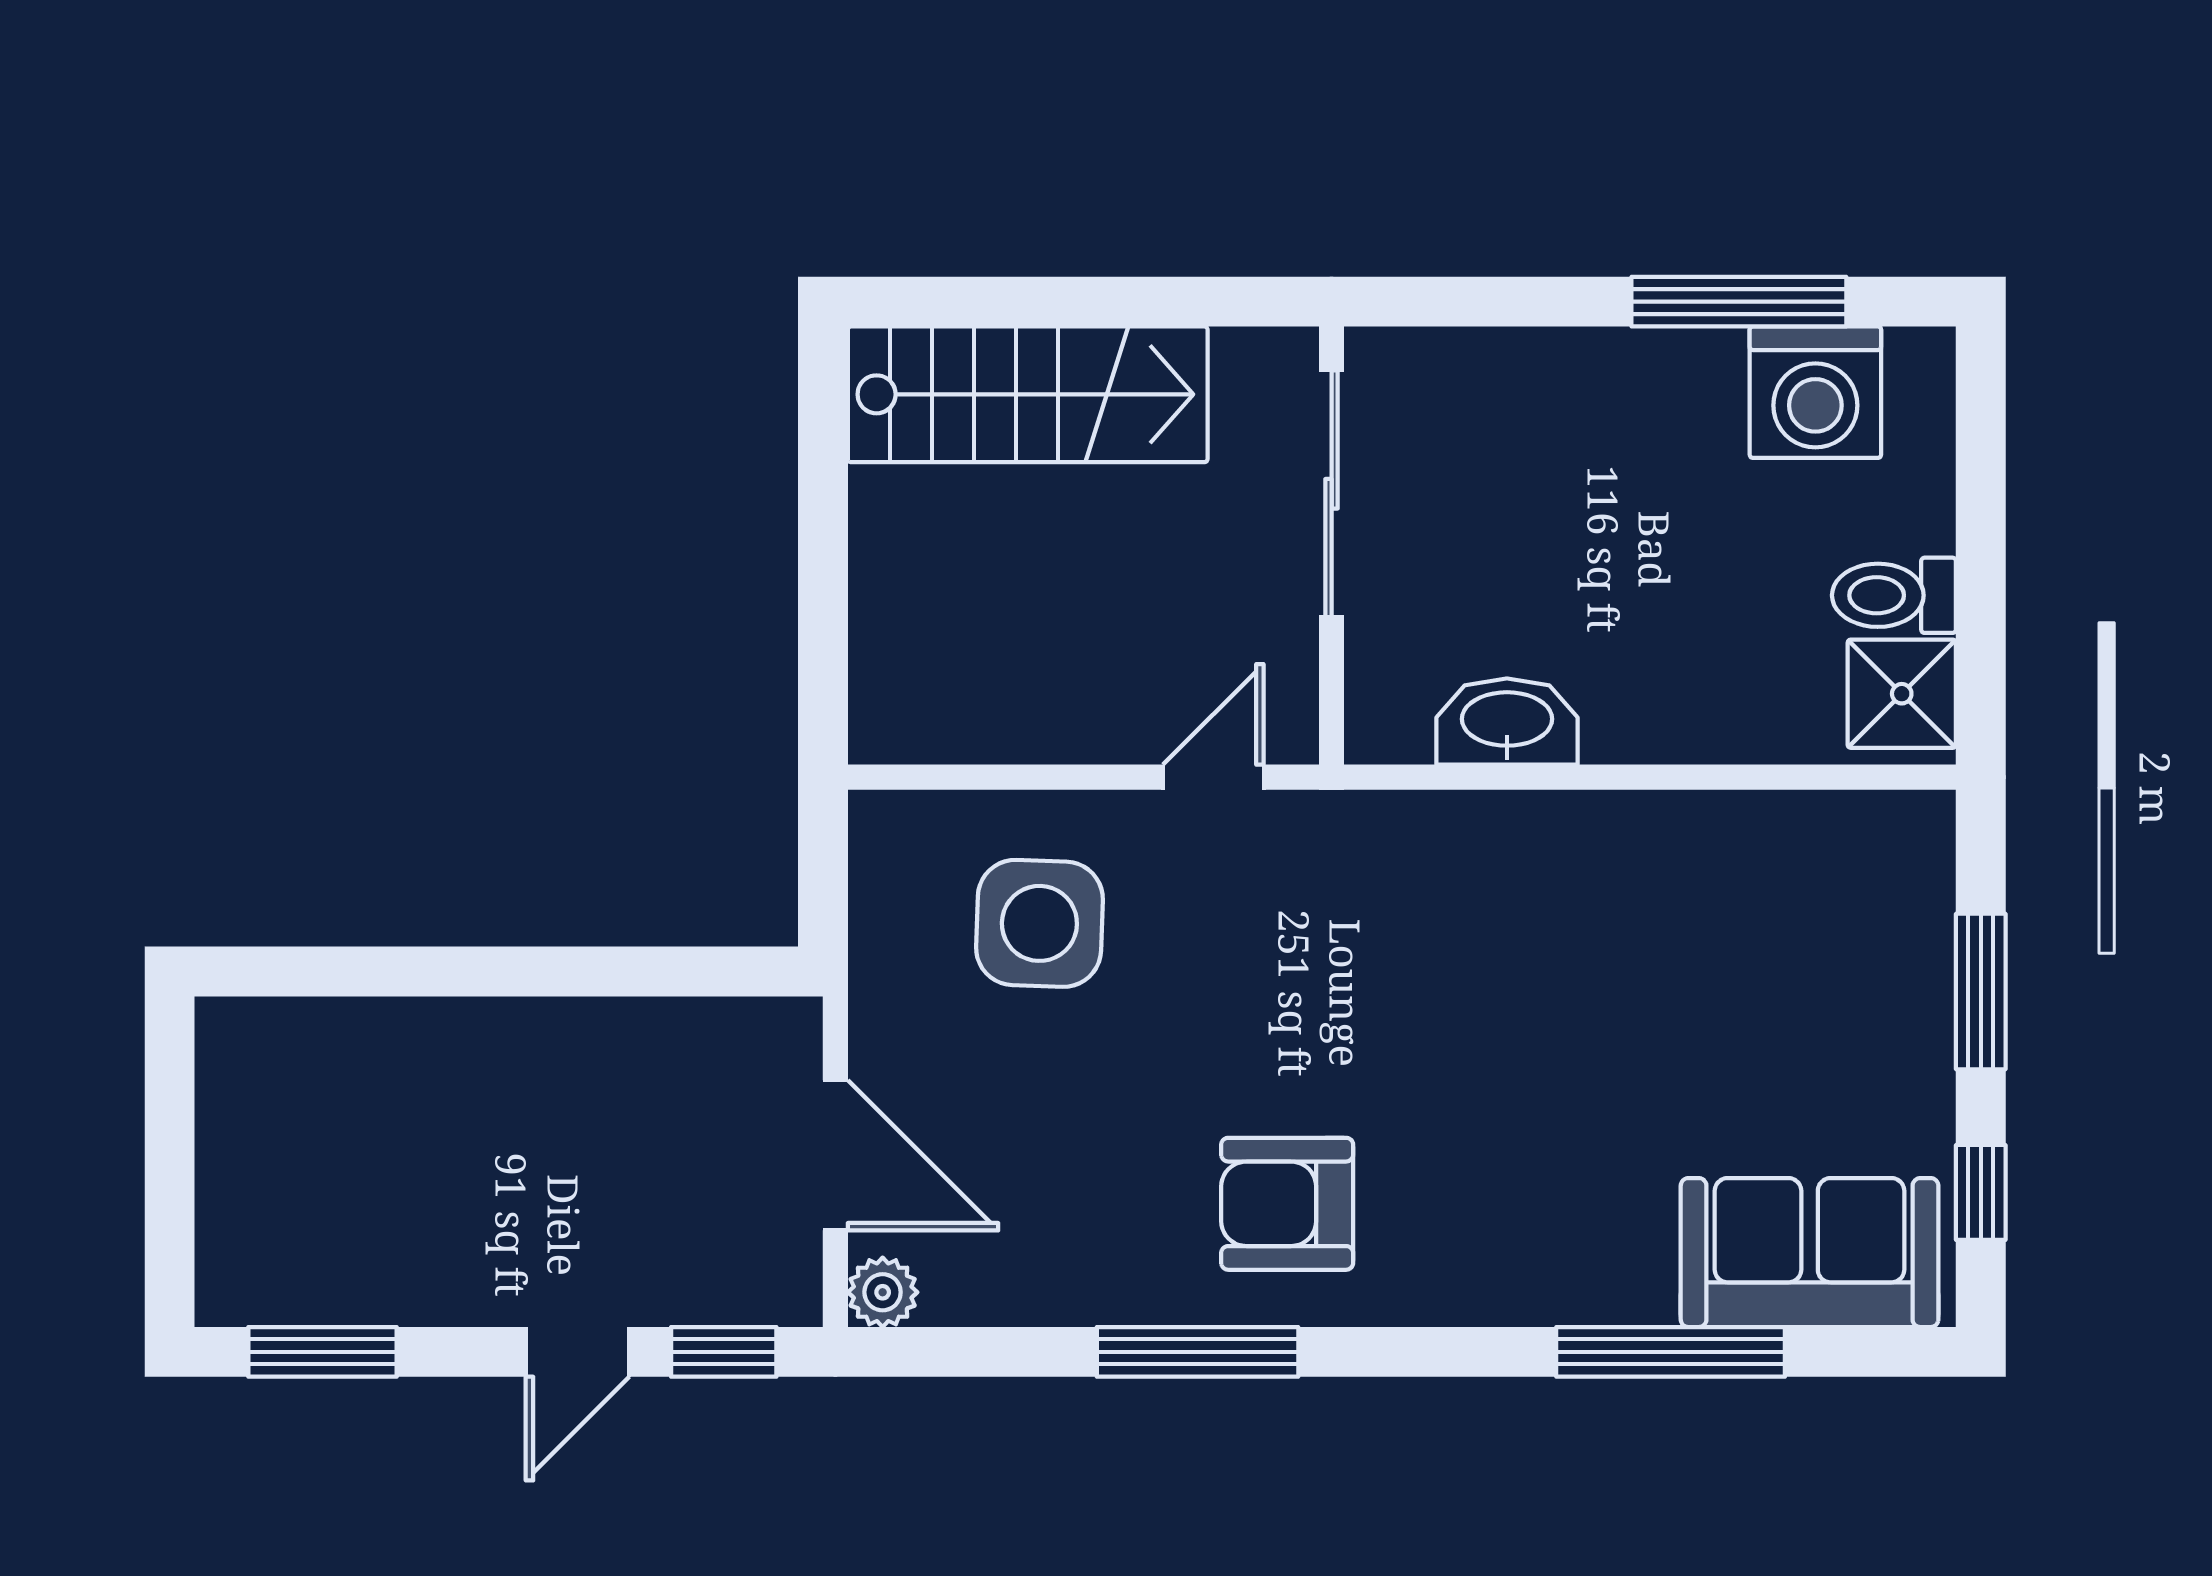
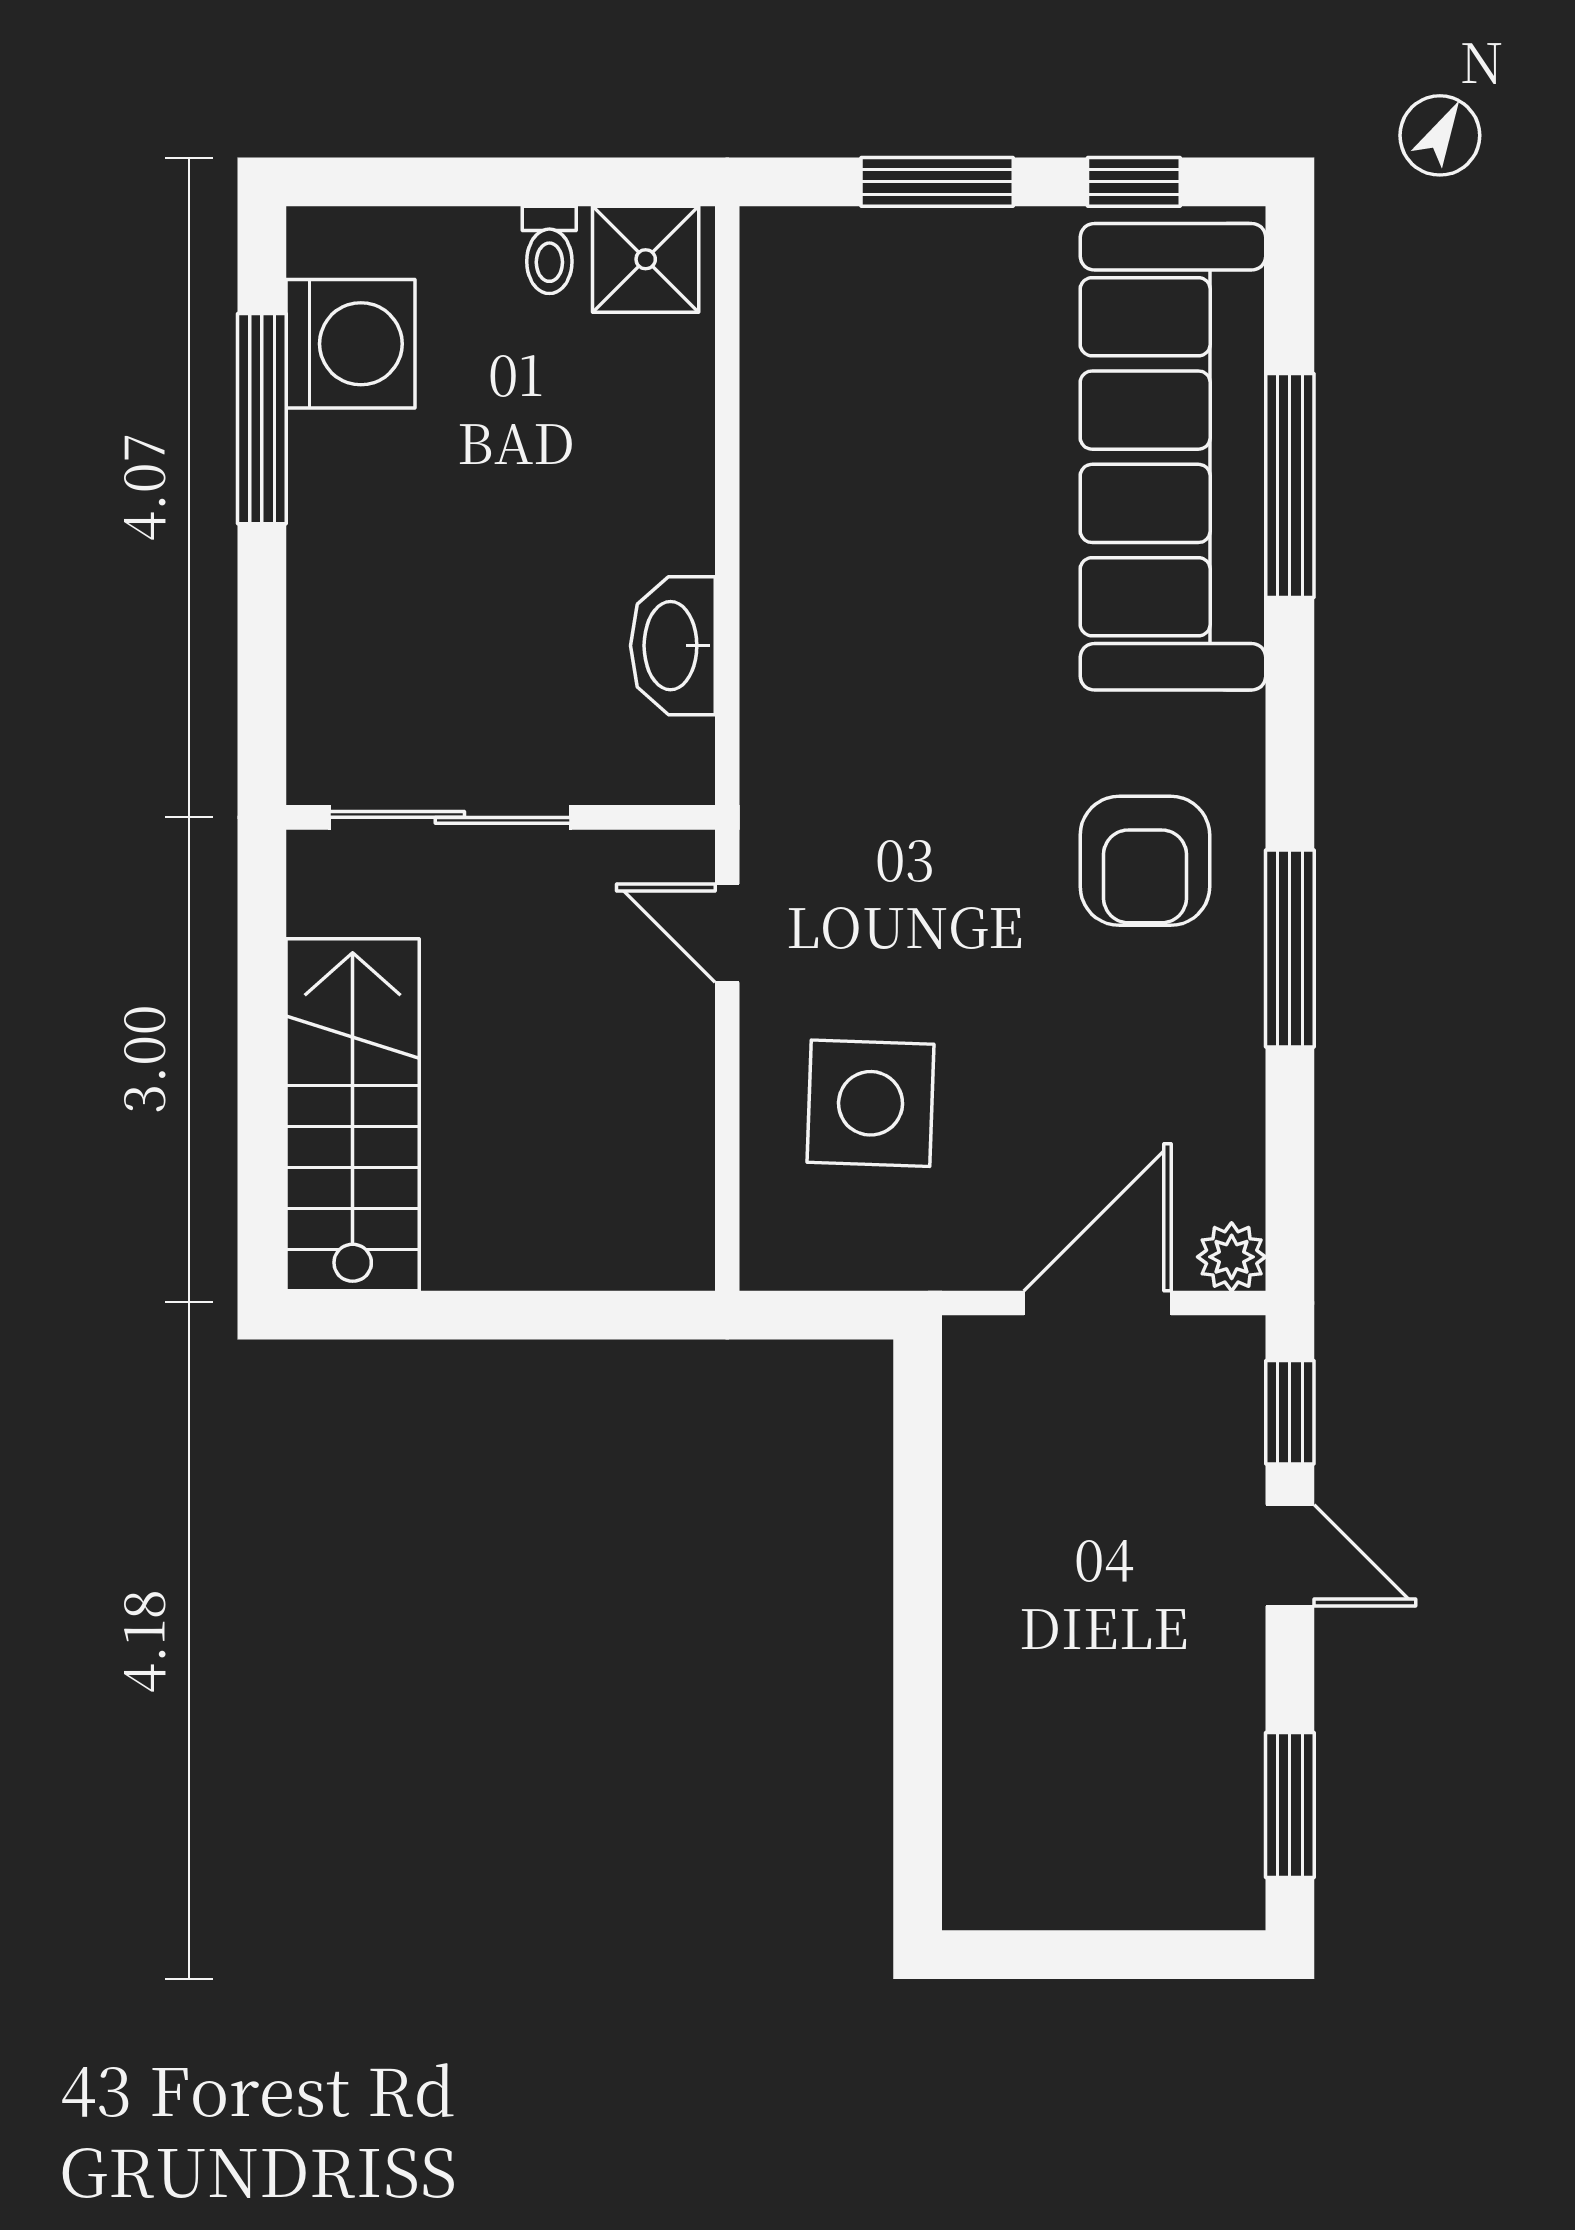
toilet: (1894, 595) -> (549, 250), width x0.73, depth x0.72
sofa: (1810, 1253) -> (1173, 457), width x1.85, depth x1.27

